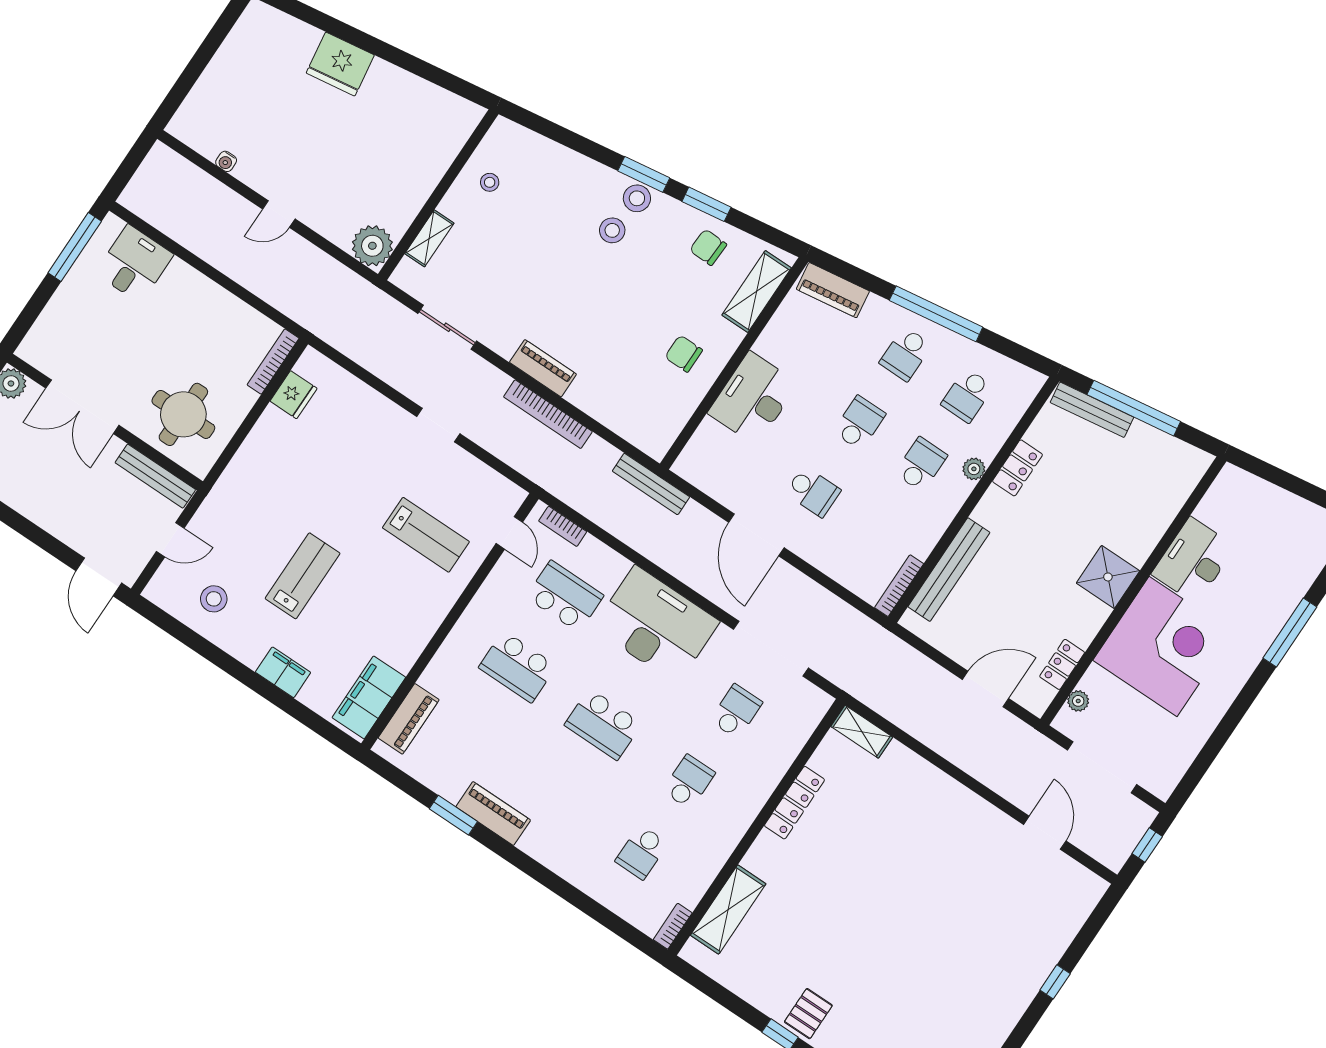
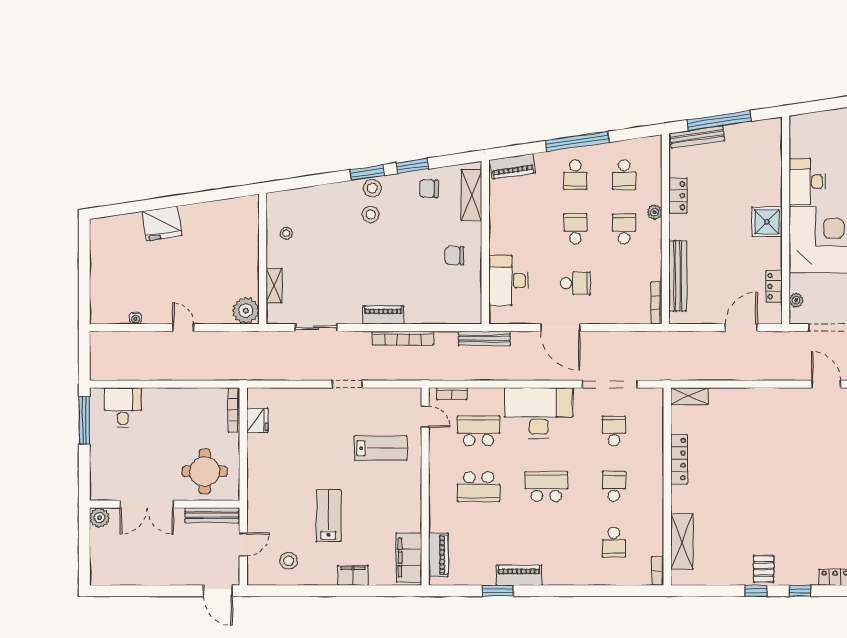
door: (279, 214) -> (183, 328), swing flipped
desk: (753, 398) -> (509, 280), moved
school desk: (603, 724) -> (546, 487), turned 180

